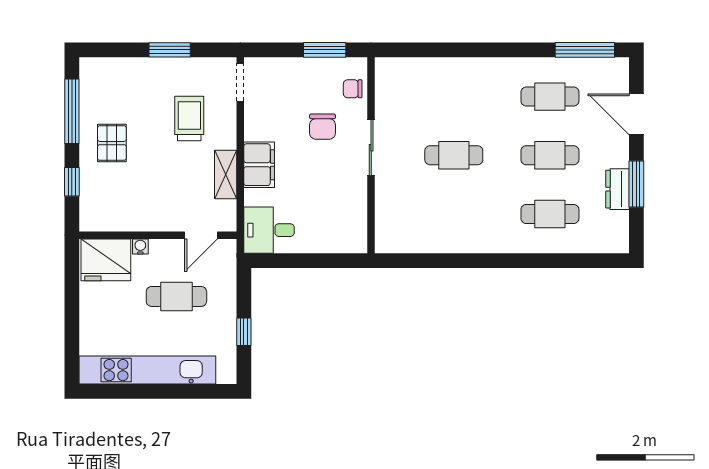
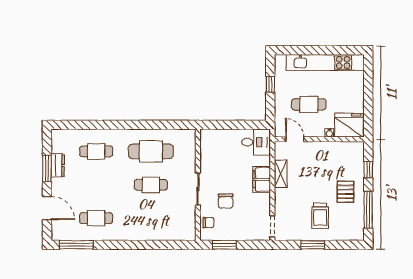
trolley: (189, 119) -> (320, 216), moved
chair: (323, 127) -> (226, 201), turned 180
cafe table: (550, 155) -> (151, 151), moved, width x1.37, depth x1.35
door: (201, 235) -> (295, 139), hinge flipped

